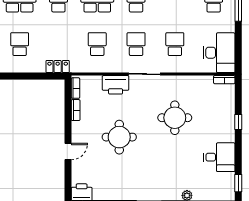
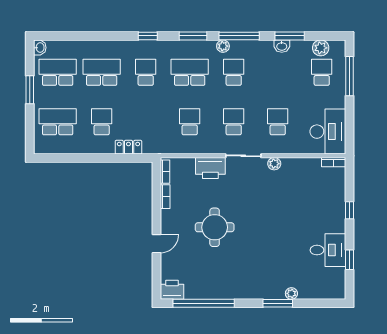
locker: (58, 67) -> (128, 147), moved
plant: (172, 81) -> (274, 164), added
round table: (175, 118) -> (278, 205), removed
window: (238, 183) -> (350, 260), moved

